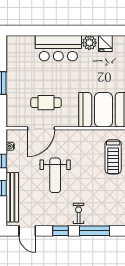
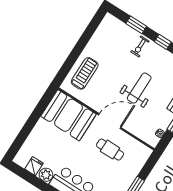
door: (41, 128) -> (110, 121), moved
window: (94, 231) -> (136, 25), width x0.69

